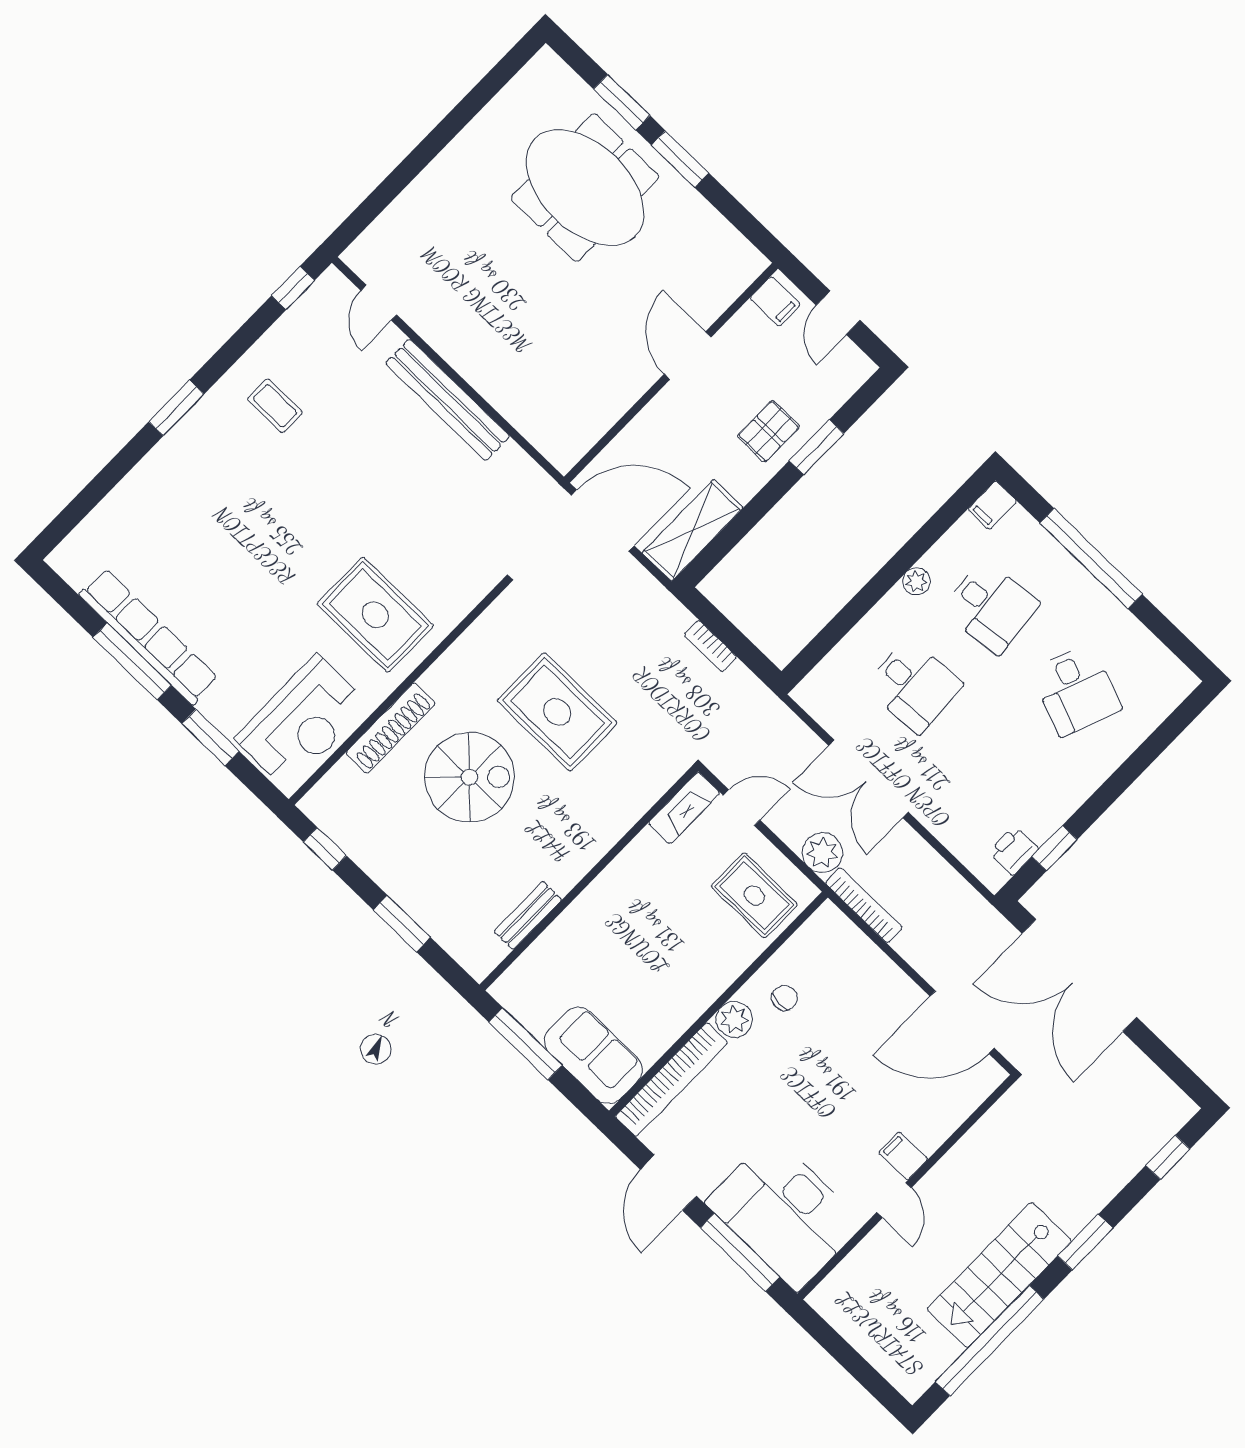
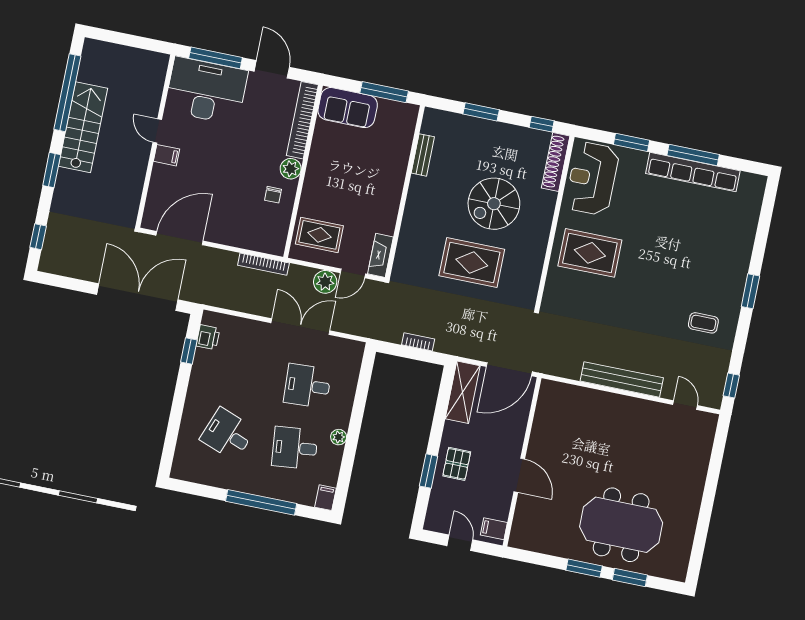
shoe rack: (390, 728) -> (556, 162), moved
plant: (822, 853) -> (325, 282), moved

